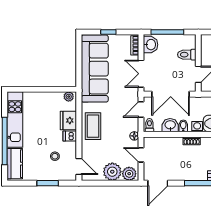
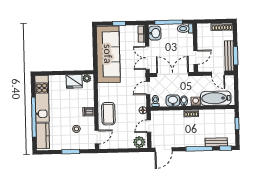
toilet: (187, 55) -> (185, 29), moved
double door: (171, 94) -> (173, 74), swing flipped
fridge: (68, 120) -> (74, 81), moved, turned -90
coffee table: (93, 126) -> (108, 114), moved
door: (141, 155) -> (149, 126), hinge flipped
door: (79, 166) -> (97, 137), hinge flipped
plant: (112, 172) -> (125, 141), removed

